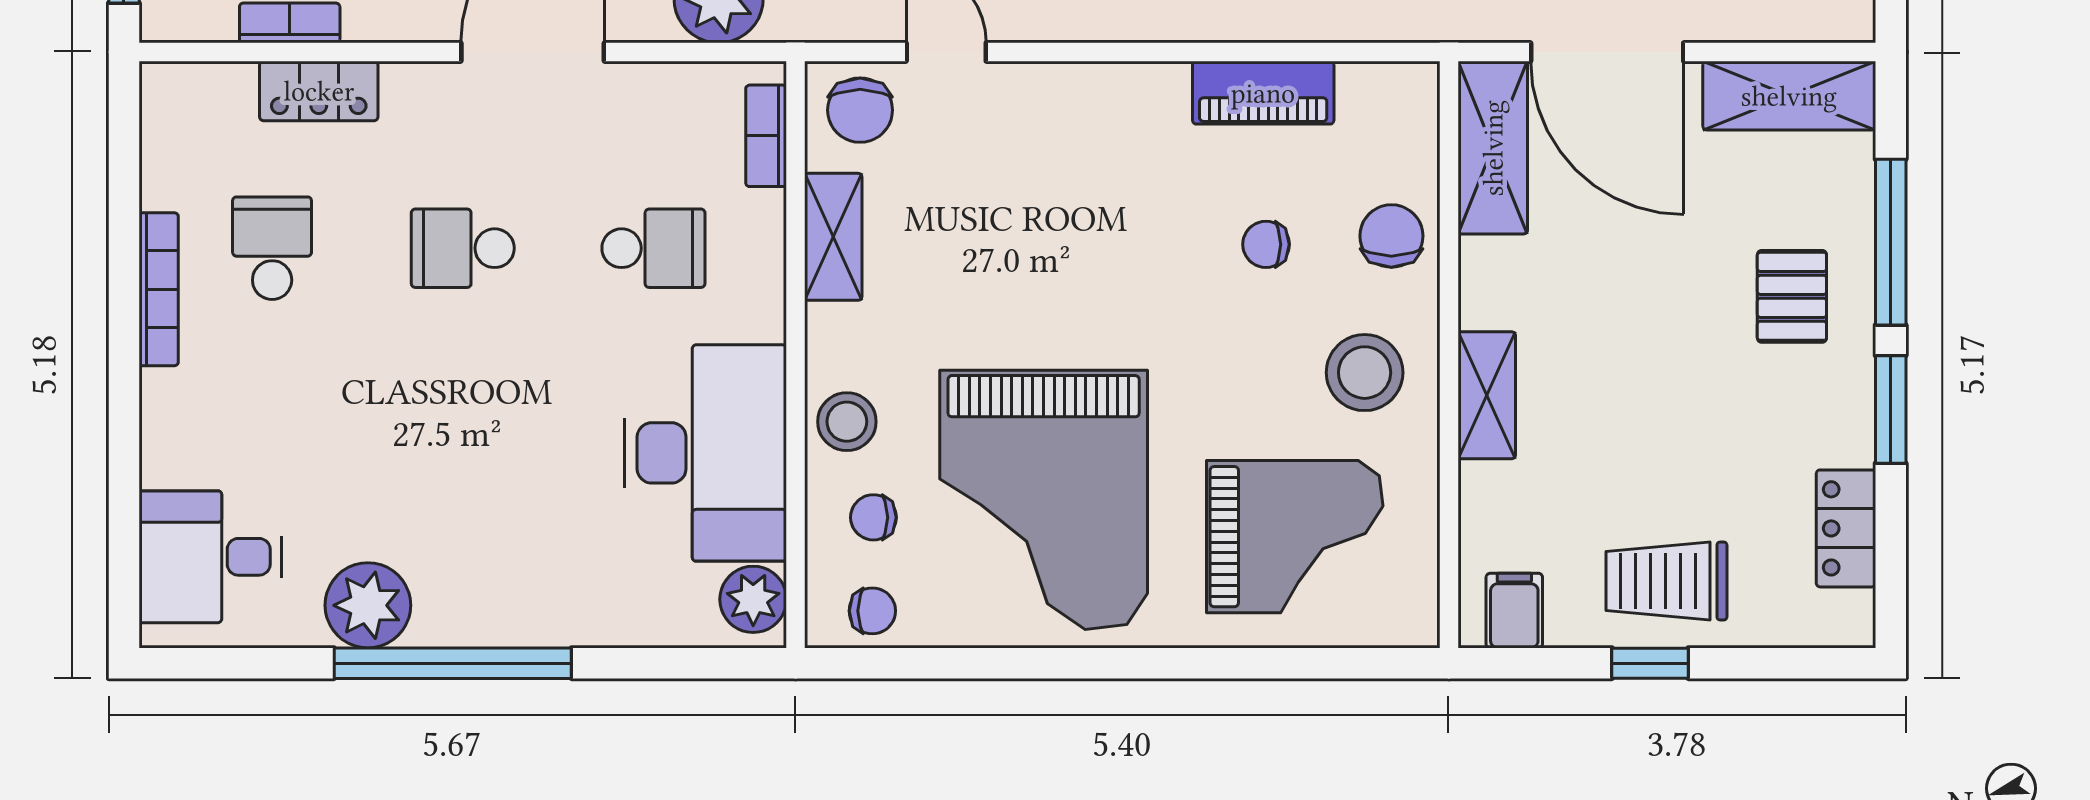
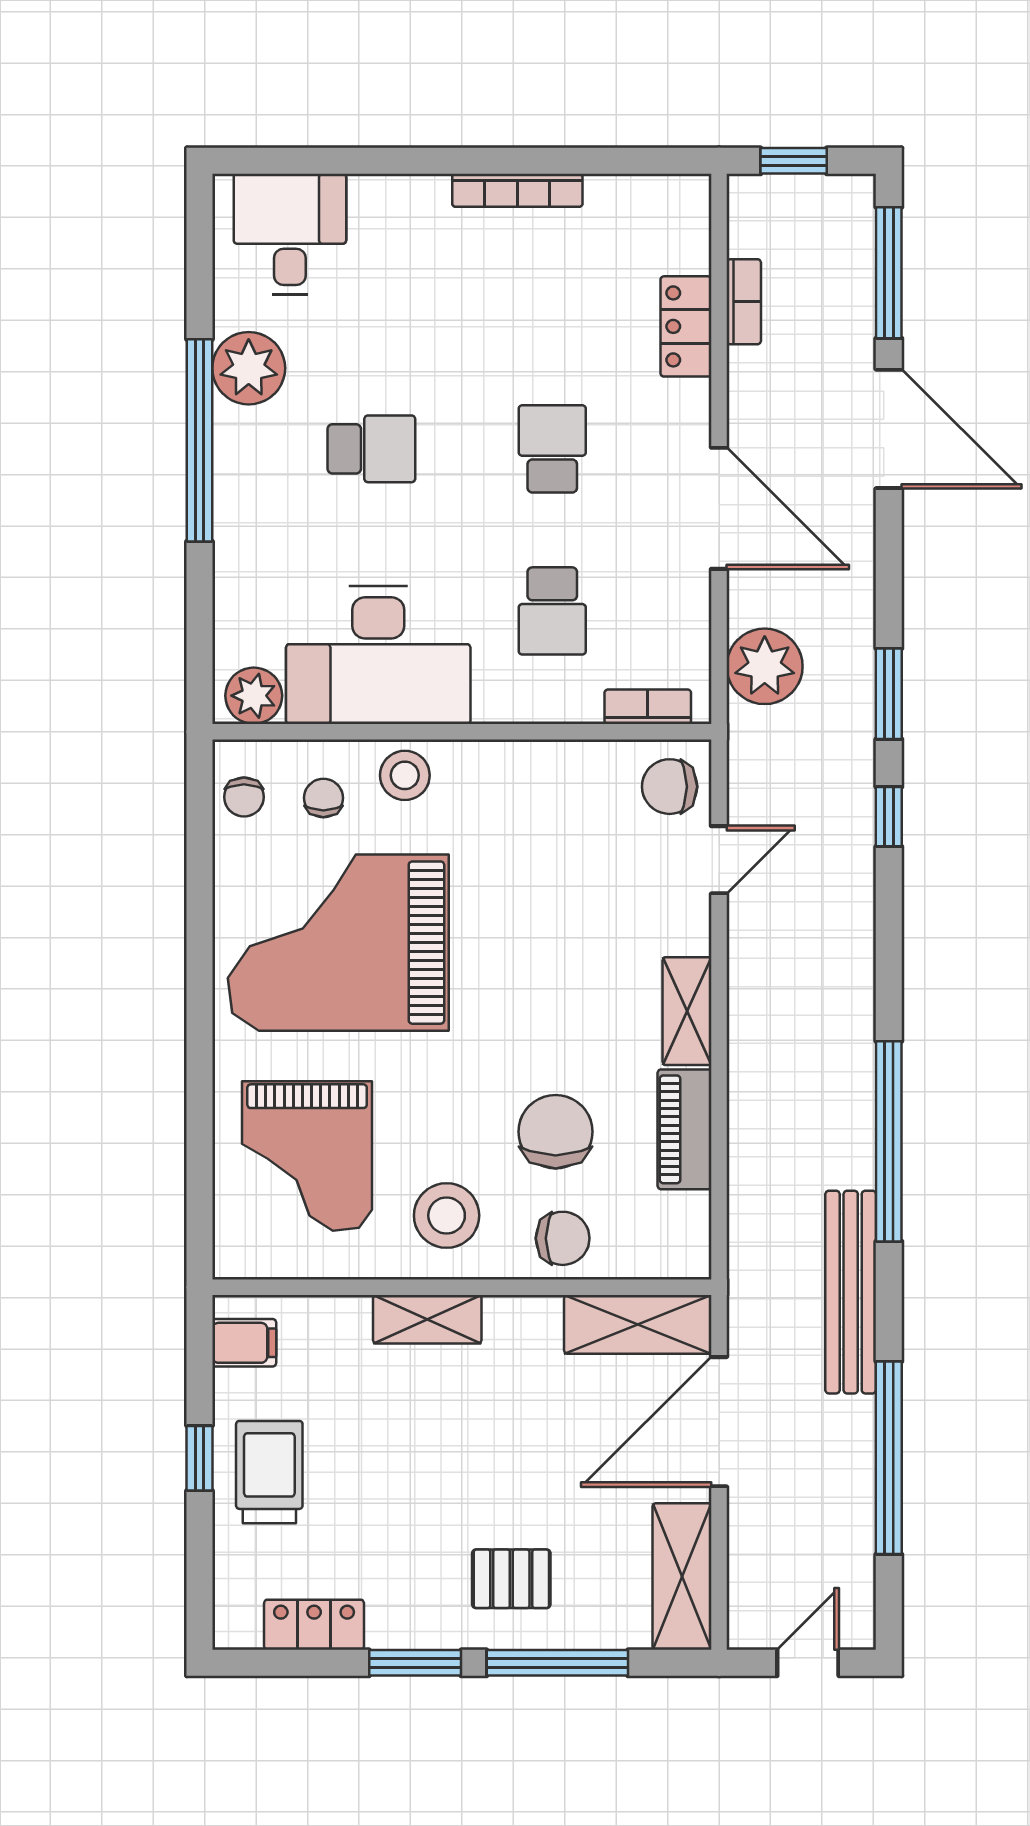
shelving: (833, 237) -> (687, 1011), moved, turned 90
chair: (1266, 244) -> (556, 1132), width x1.87, depth x1.87
school desk: (272, 248) -> (371, 449), moved

